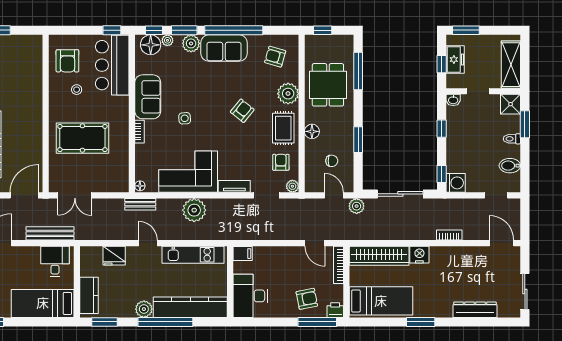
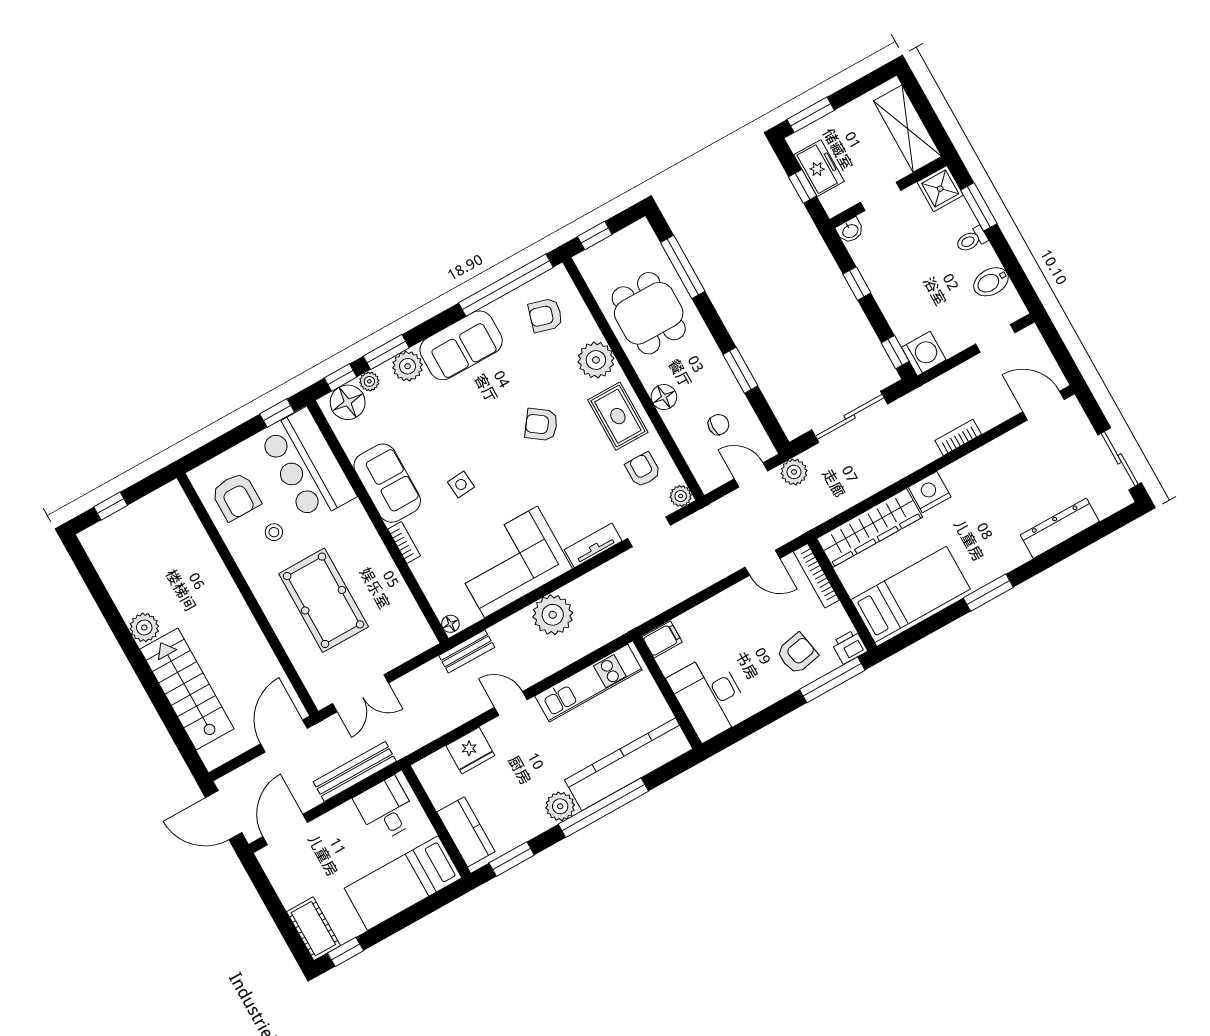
window: (234, 30) -> (506, 285), moved
armchair: (242, 111) -> (541, 425), turned -93
pool table: (82, 138) -> (324, 600), turned 90

